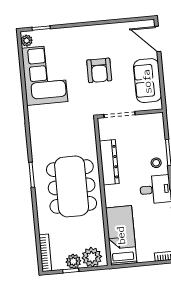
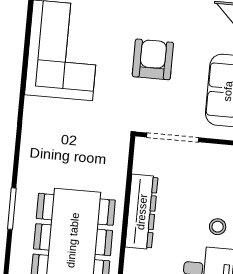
armchair: (99, 70) -> (153, 59), turned 180

